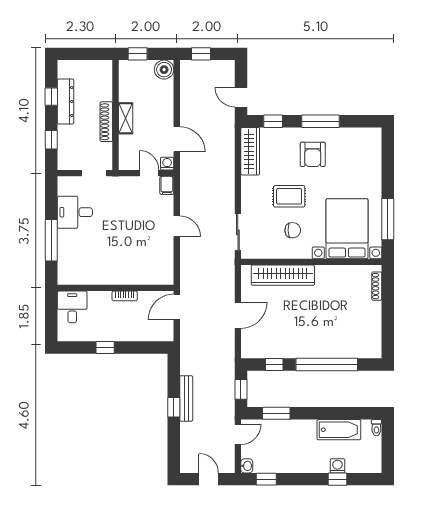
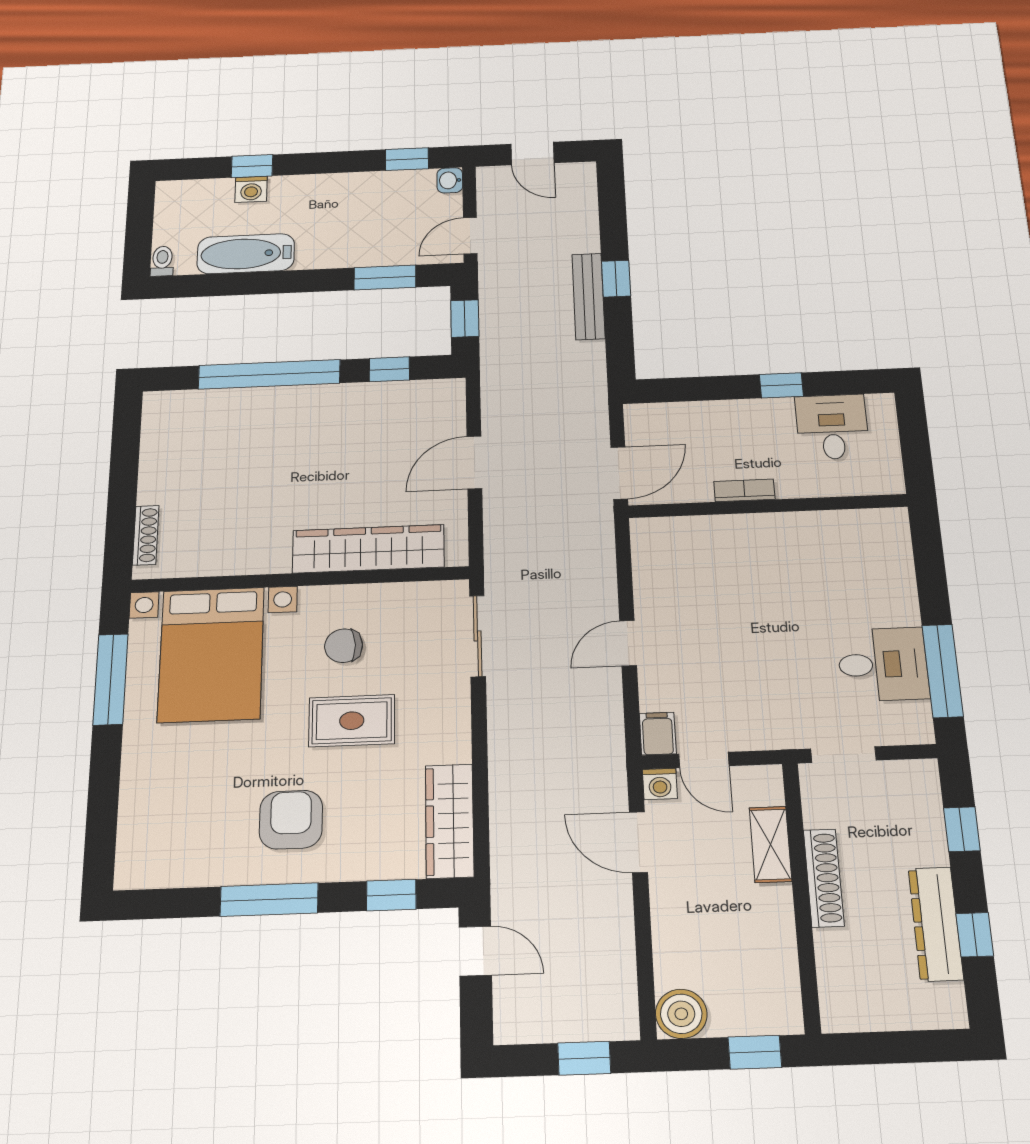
shelving: (126, 118) -> (770, 844), moved
door: (177, 226) -> (628, 643), hinge flipped
window: (51, 240) -> (943, 671), moved
desk: (72, 307) -> (832, 427), moved, turned 180

